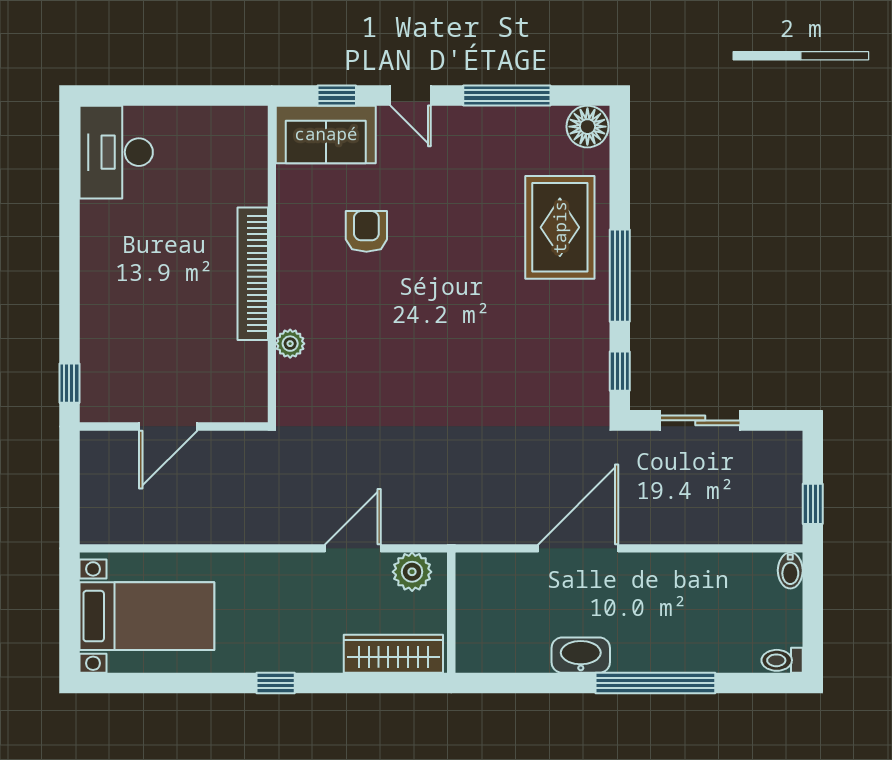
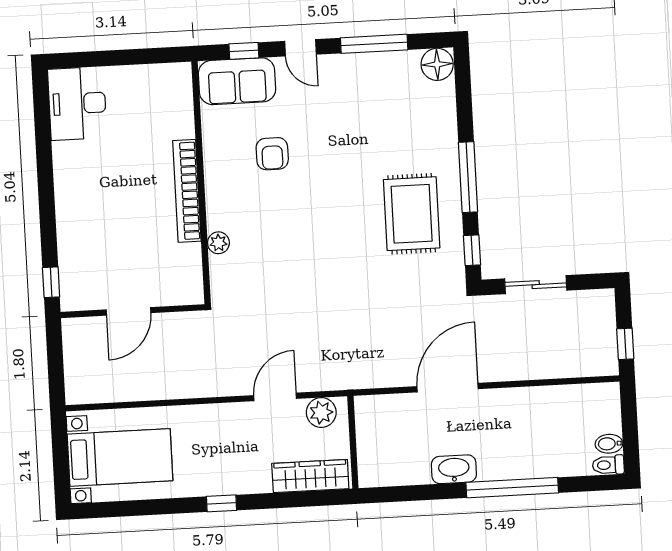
rug: (560, 227) -> (412, 214), moved
armchair: (366, 231) -> (272, 154), turned 180
bidet: (790, 570) -> (609, 444), moved, turned 90

